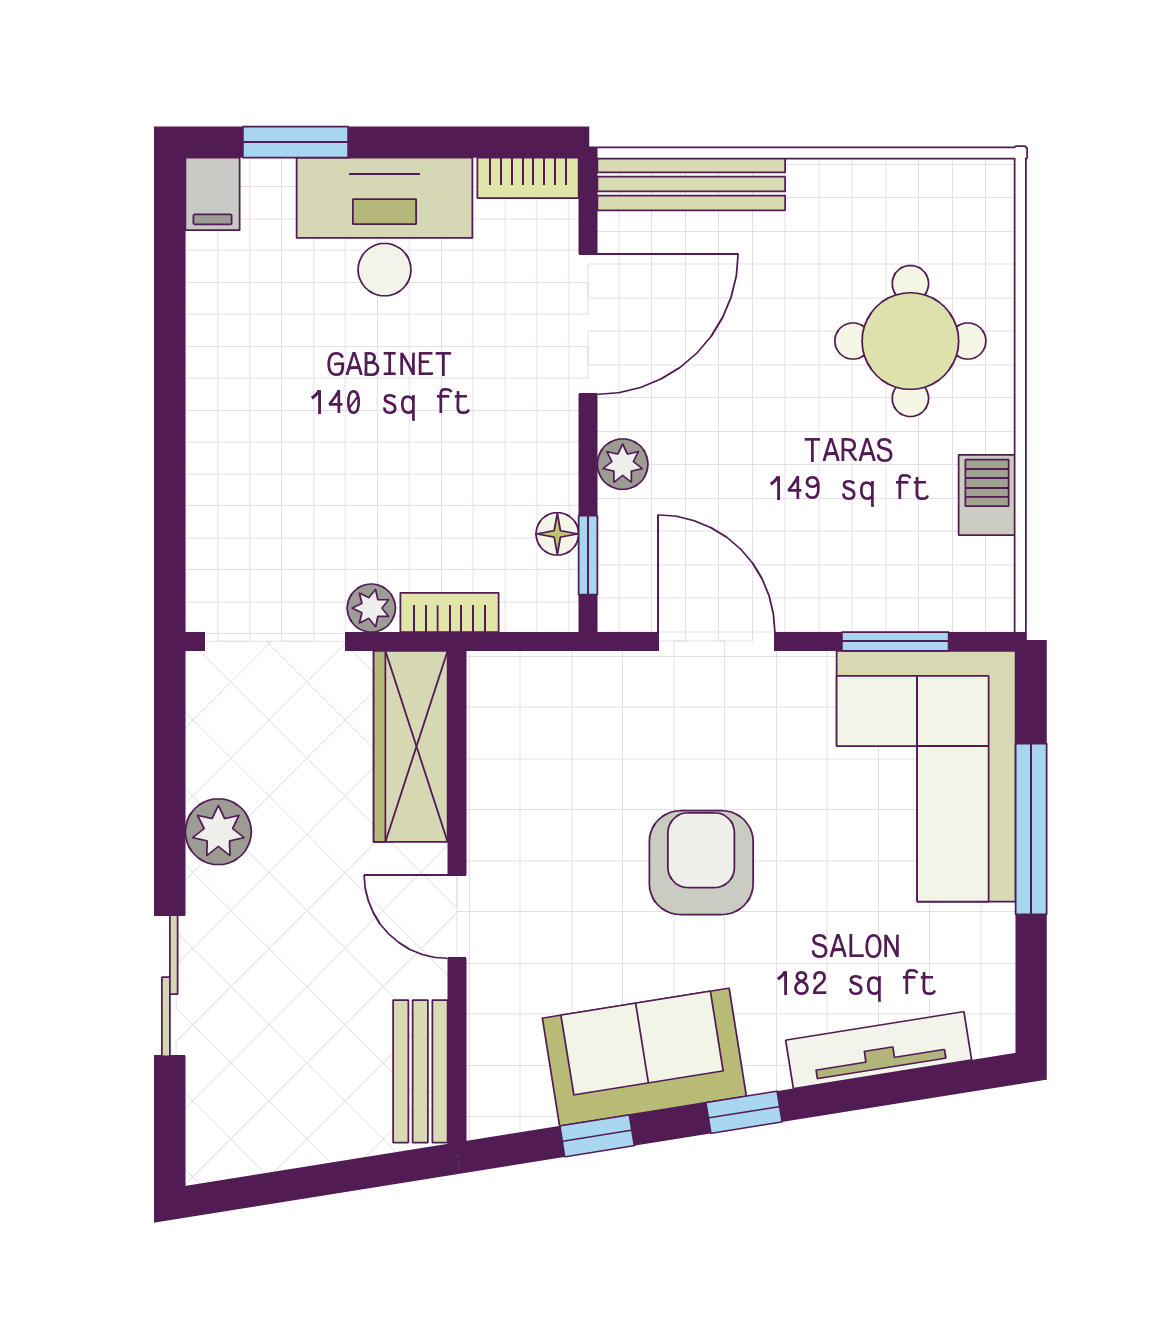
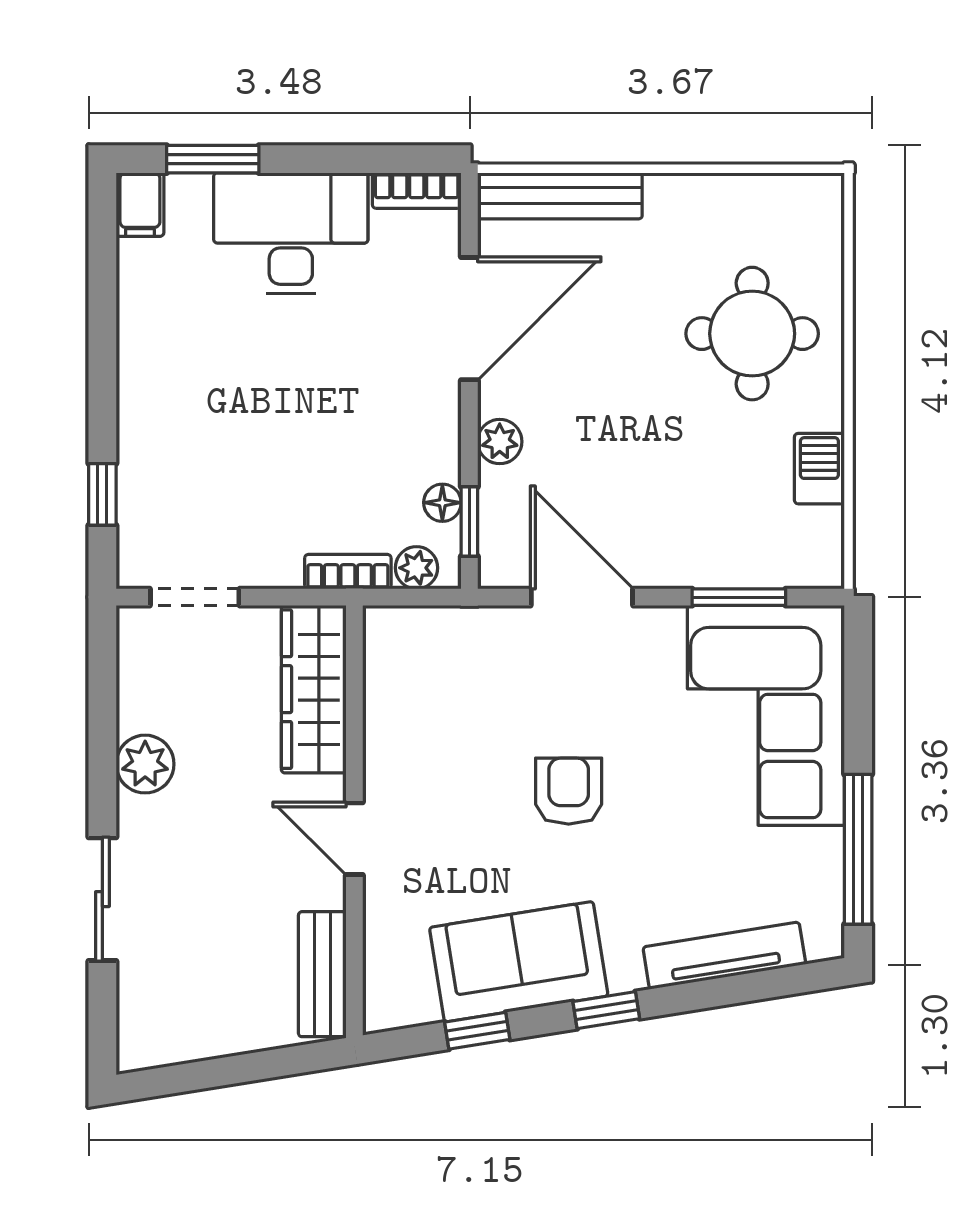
window: (170, 524) -> (102, 494), added
plant: (371, 608) -> (417, 568), moved
doorway: (275, 641) -> (195, 597), width x0.73
window: (1031, 829) -> (858, 849), moved
armchair: (701, 863) -> (569, 791), width x0.72, depth x0.72

